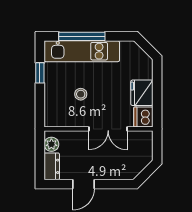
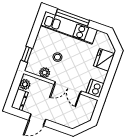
window: (40, 73) -> (27, 54), moved
fridge: (142, 93) -> (104, 60), moved
plant: (71, 120) -> (45, 73), added

